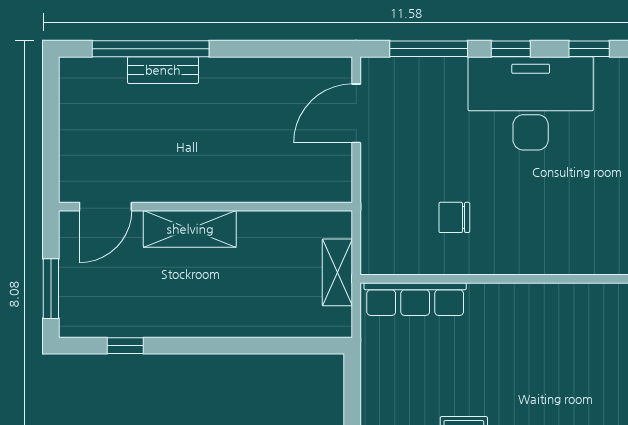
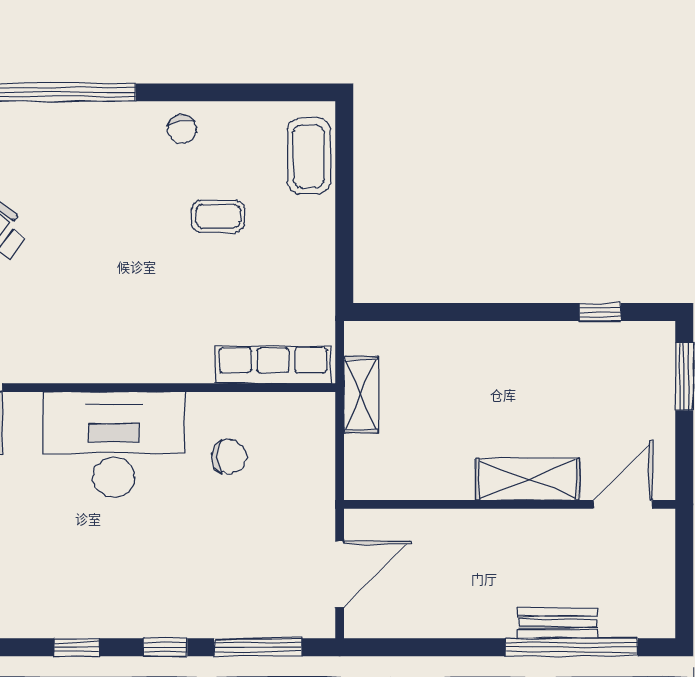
desk: (531, 103) -> (114, 445), moved, turned 180
door: (105, 207) -> (623, 504), moved
wall: (206, 207) -> (510, 504), moved
shelving: (190, 229) -> (528, 479), moved

